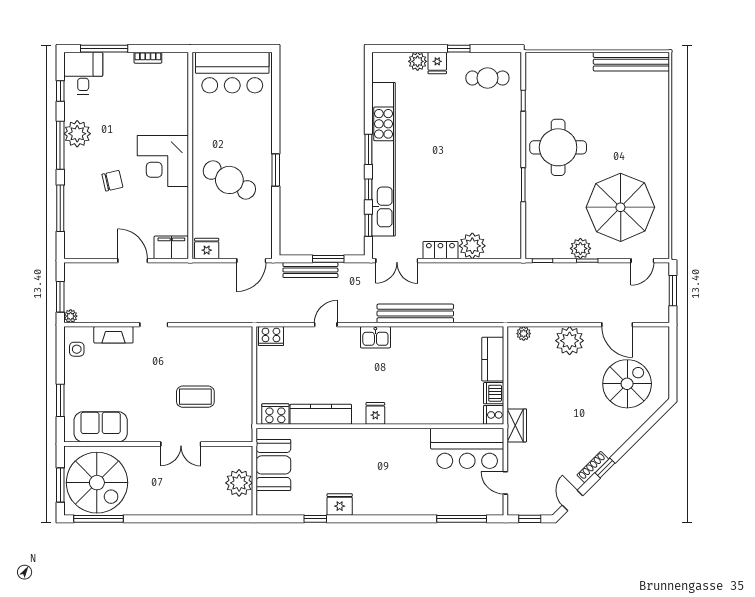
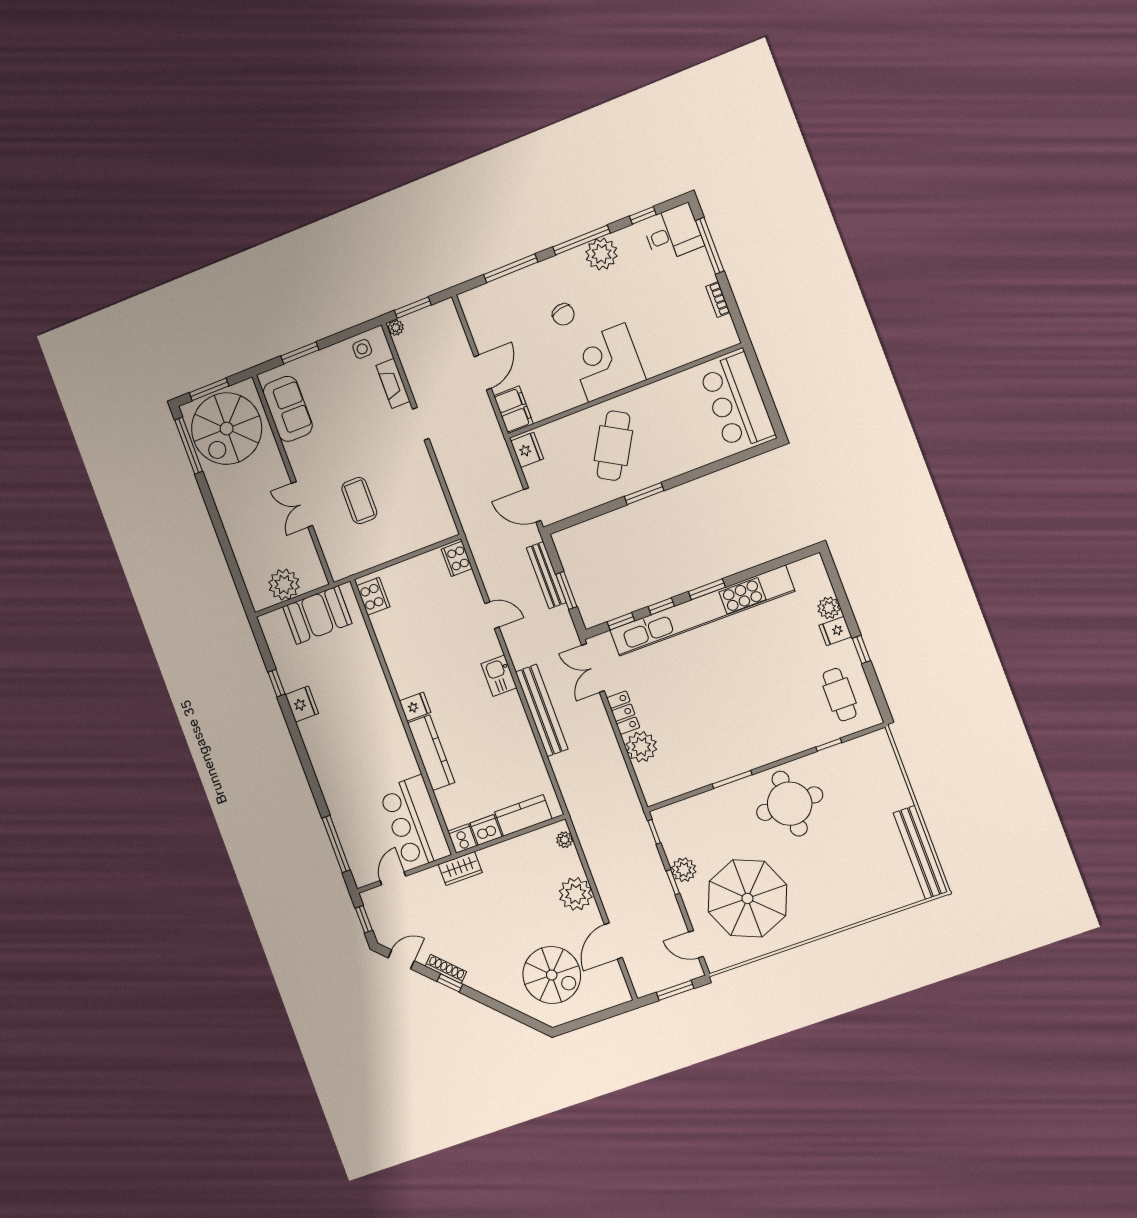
kitchen counter: (321, 414) -> (431, 753), moved

